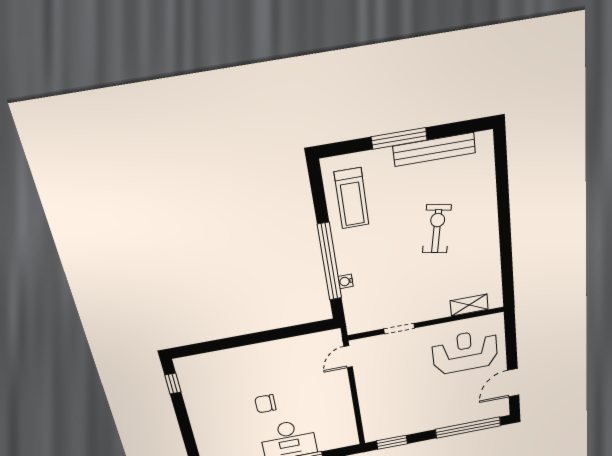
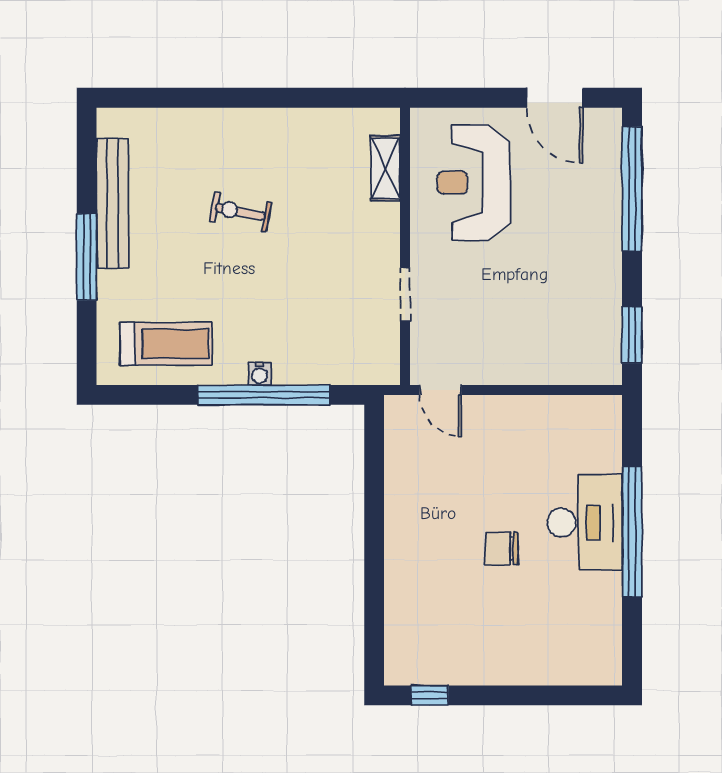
exercise bike: (437, 229) -> (240, 212), width x0.73, depth x0.72
water cooler: (346, 281) -> (260, 374), moved
chair: (265, 404) -> (502, 549), turned 90

